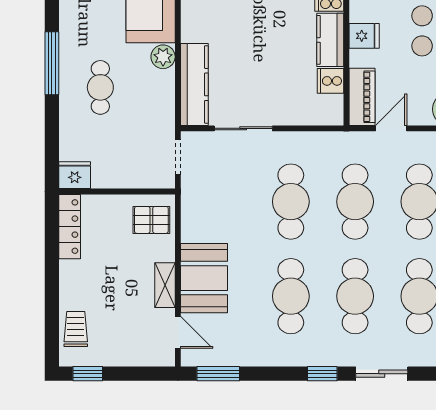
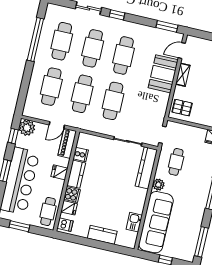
cafe table: (100, 87) -> (176, 162), moved
door: (178, 332) -> (182, 51), hinge flipped

